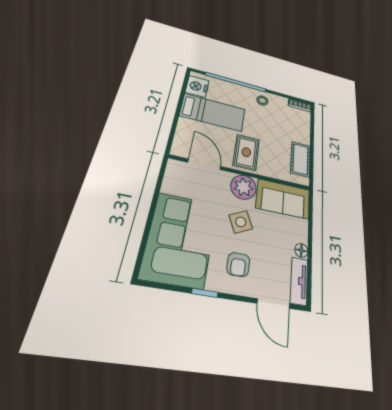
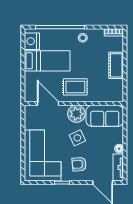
rug: (246, 152) -> (75, 87), turned 90
cot: (301, 159) -> (116, 65), moved
armchair: (238, 265) -> (79, 164), turned 85

